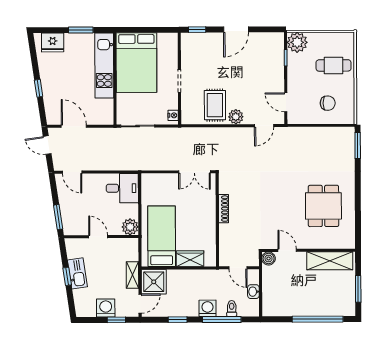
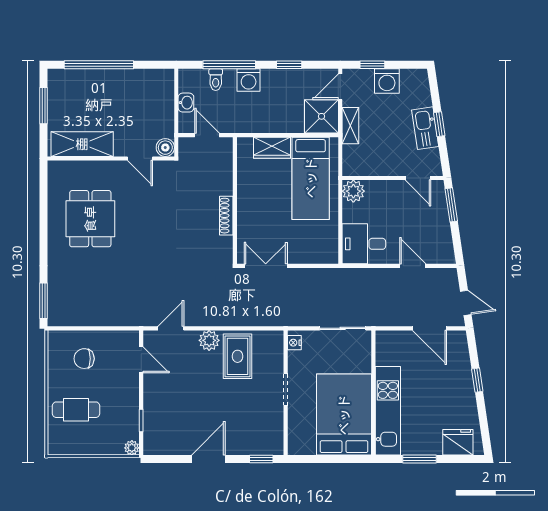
plant: (297, 42) -> (132, 448), width x0.53, depth x0.53
door: (72, 172) -> (413, 266), moved
door: (98, 237) -> (418, 178), moved

